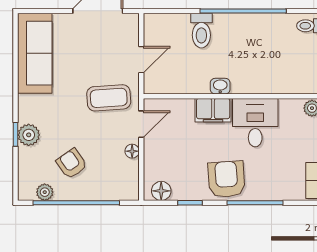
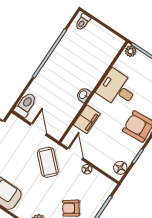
toilet: (201, 31) -> (26, 105), moved, turned -90
coffee table: (109, 98) -> (48, 162), turned -42
filing cabinet: (213, 110) -> (87, 119), moved

